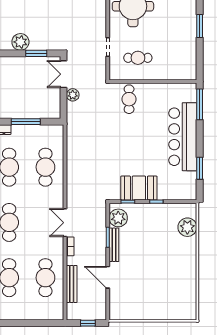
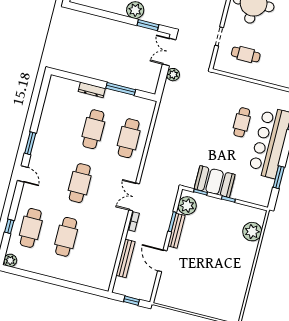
cafe table: (129, 99) -> (242, 122), moved
cafe table: (45, 278) -> (101, 246), removed

